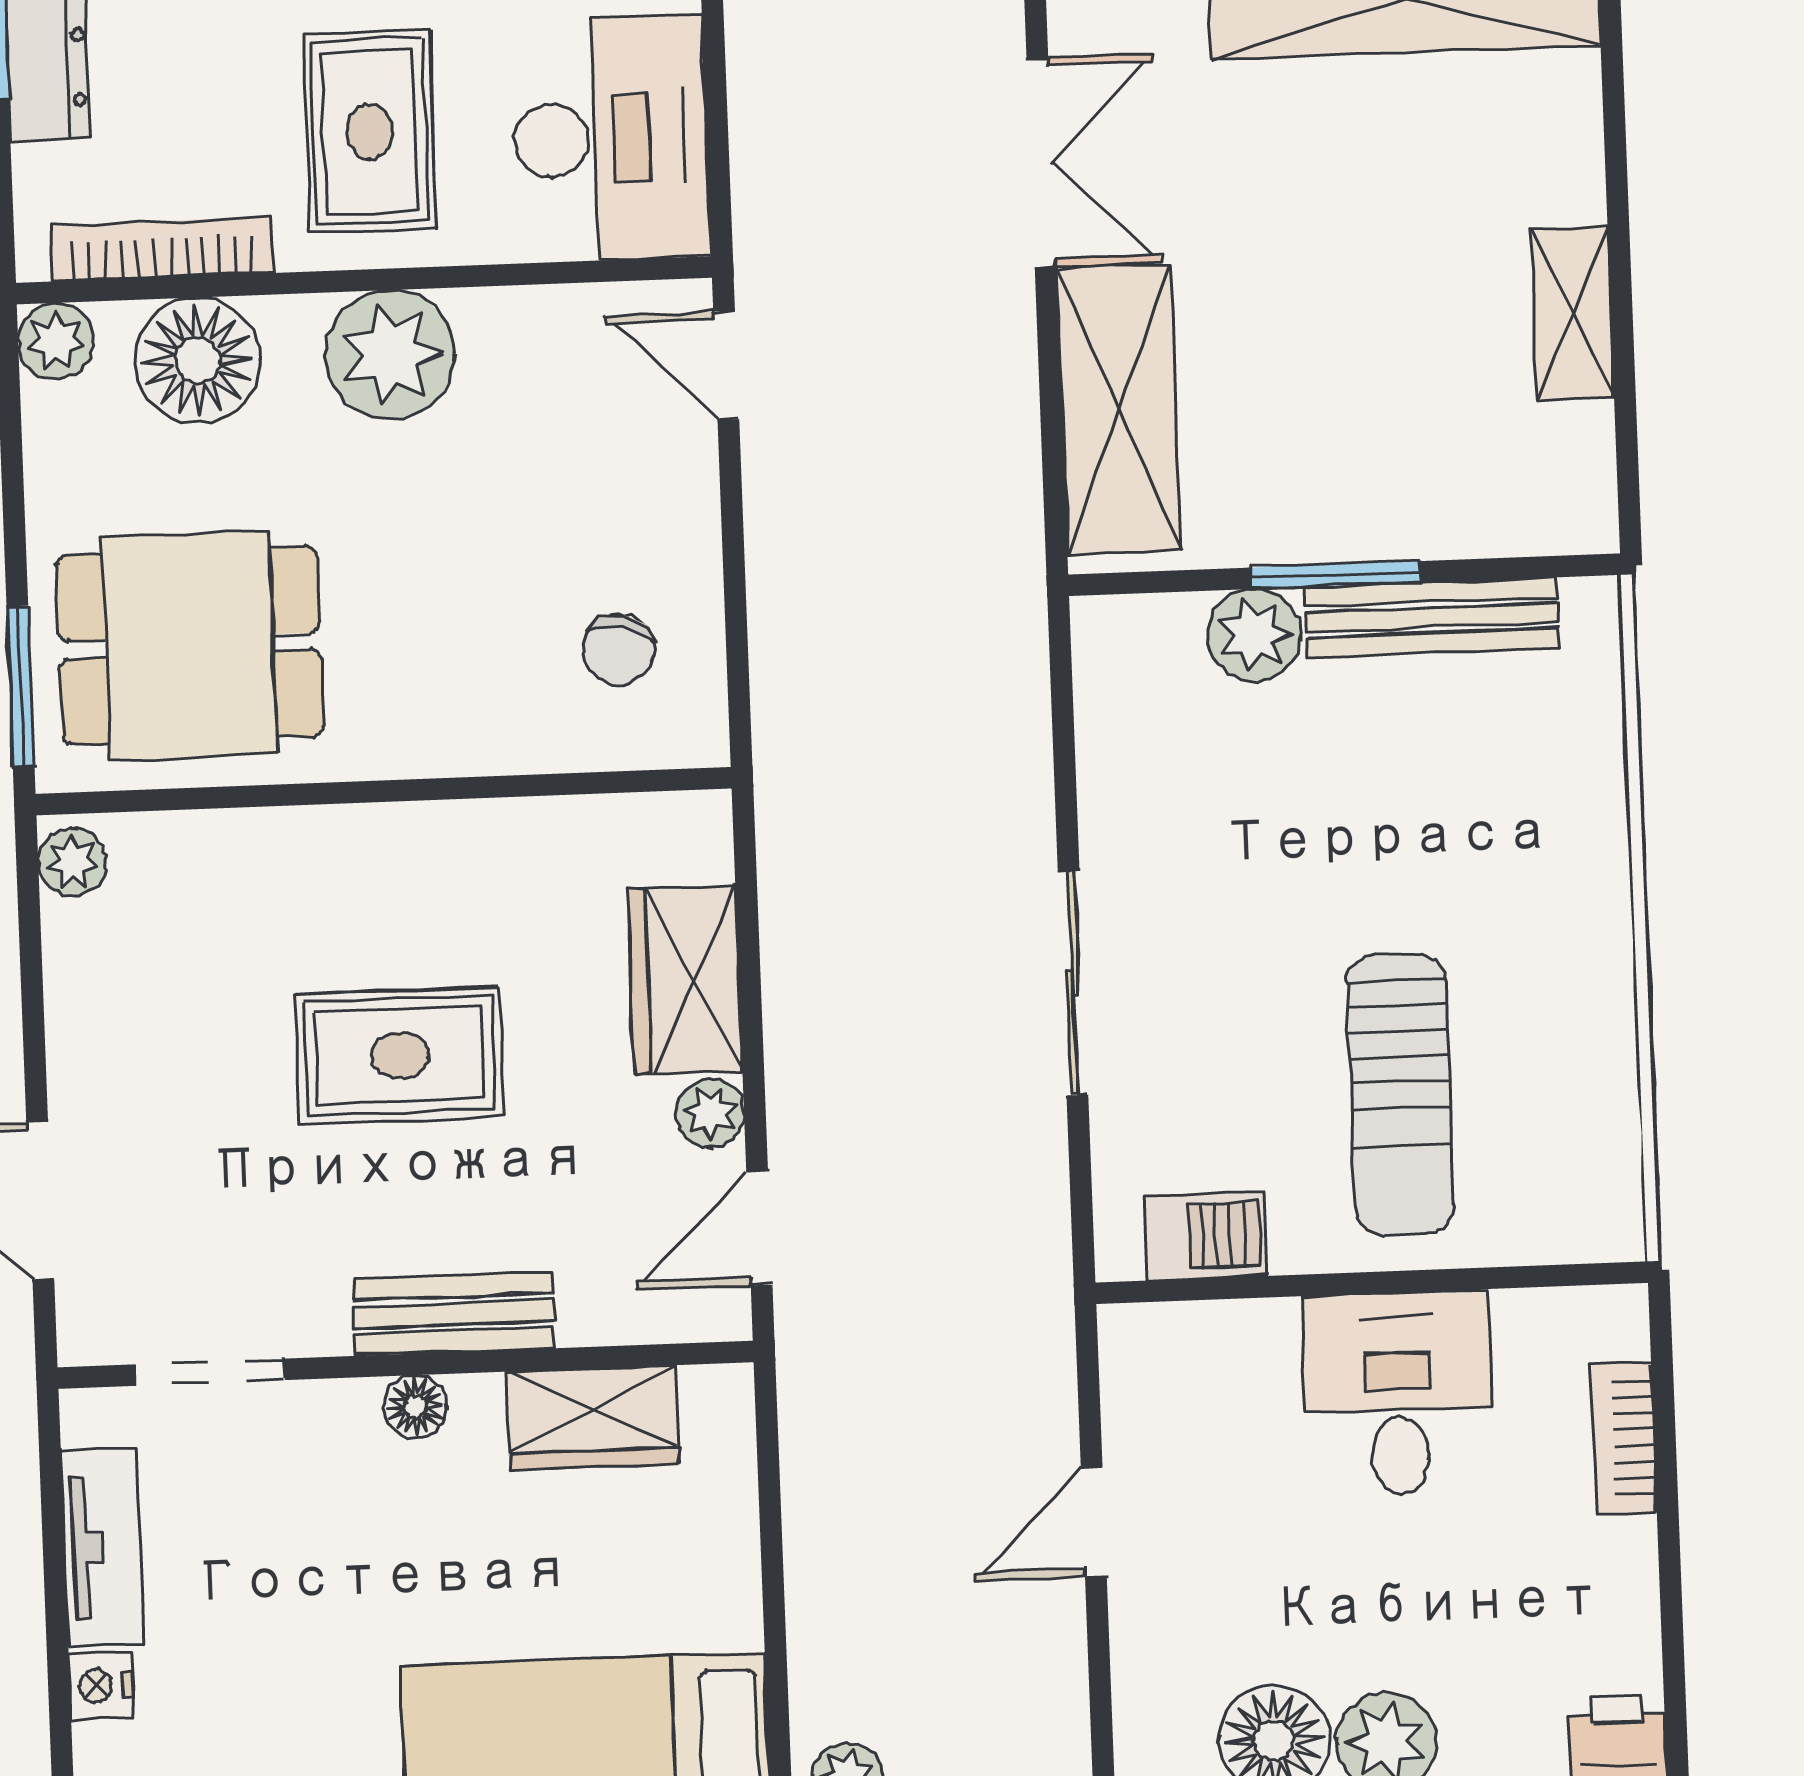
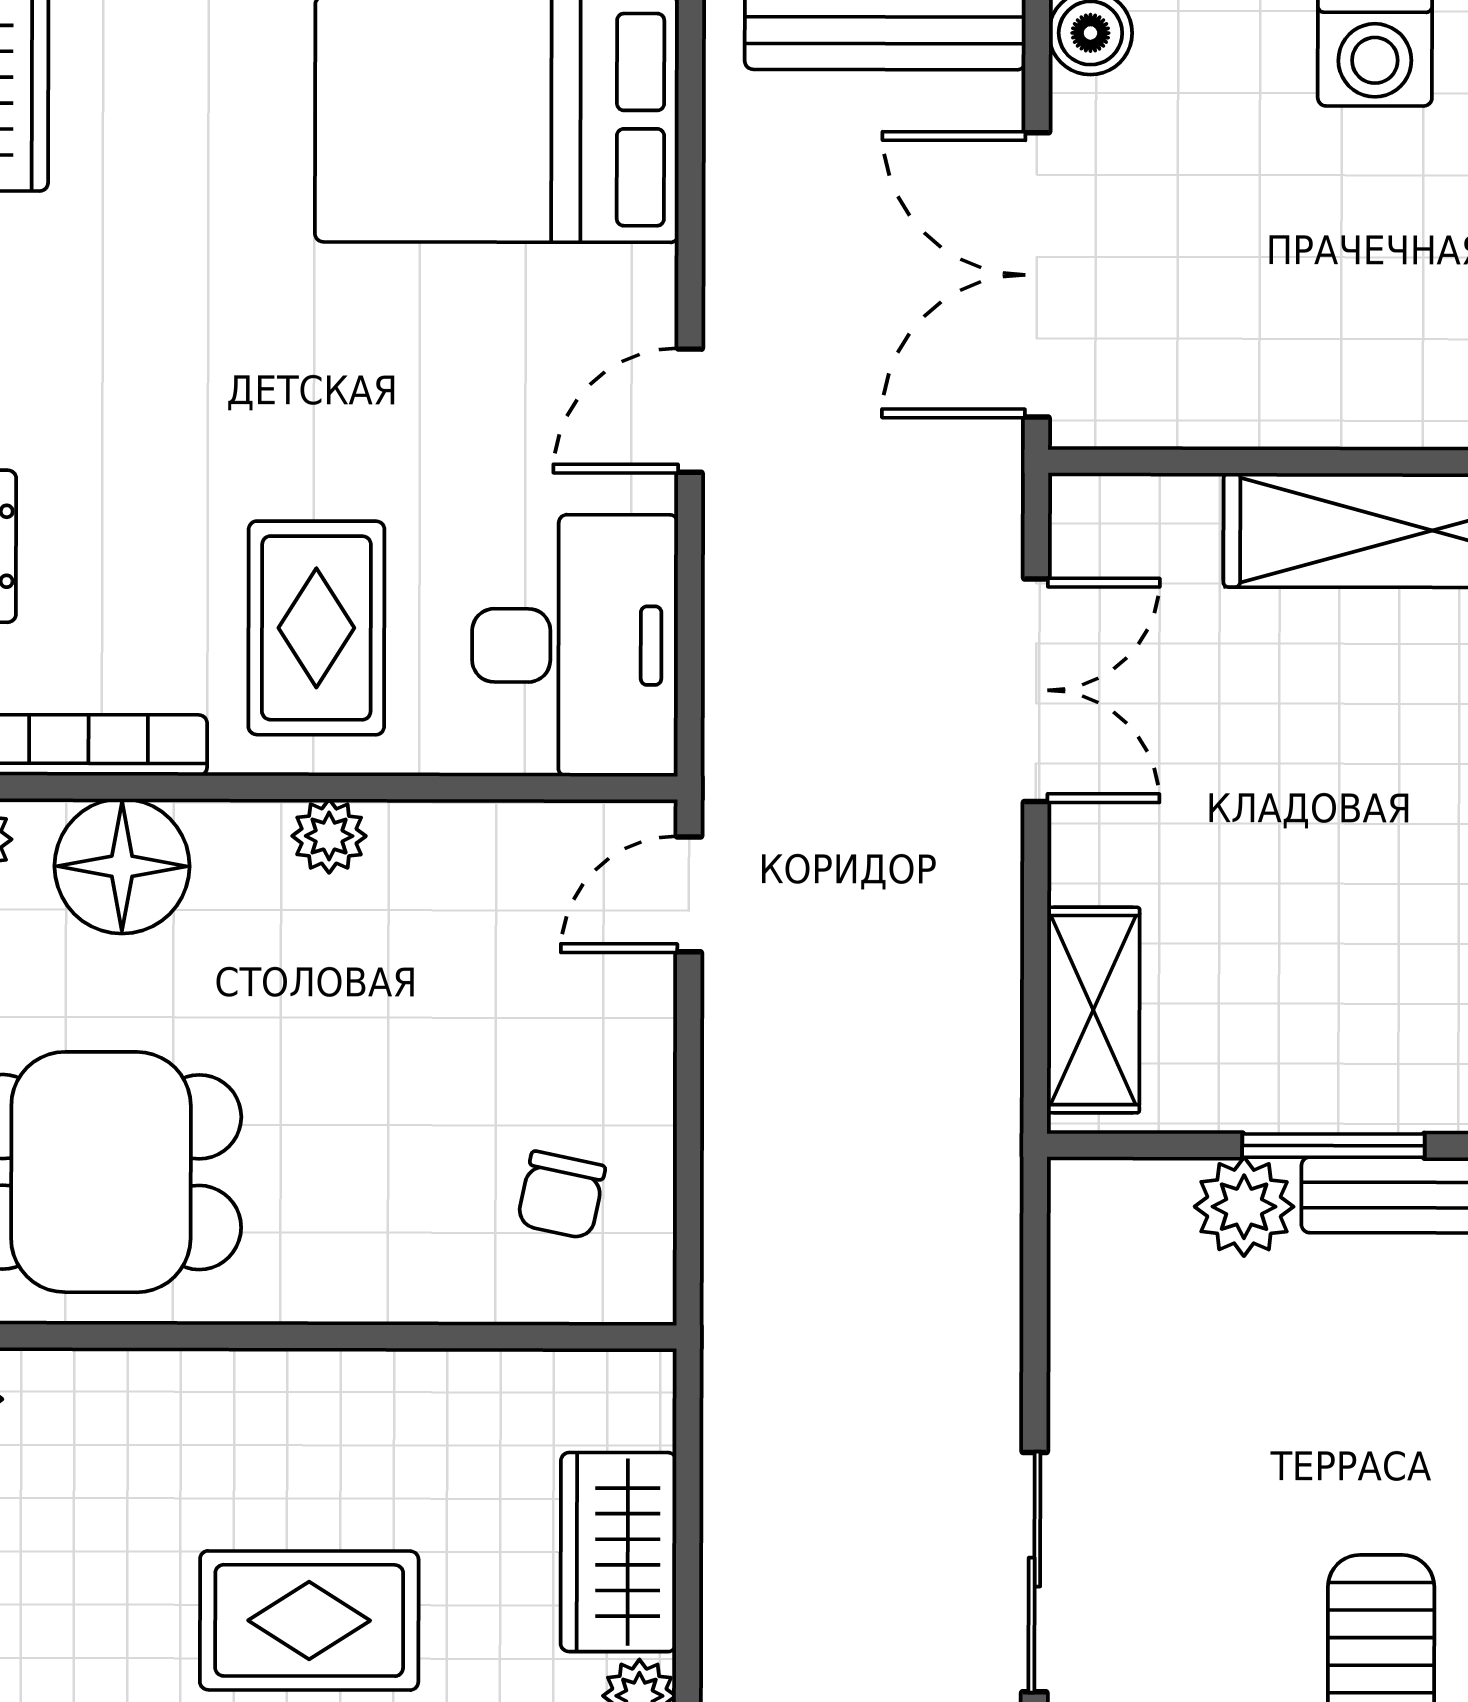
plant: (390, 355) -> (329, 836), width x0.53, depth x0.53
door: (726, 365) -> (689, 894), hinge flipped
shelving: (1119, 410) -> (1093, 1010), width x0.67, depth x0.75

